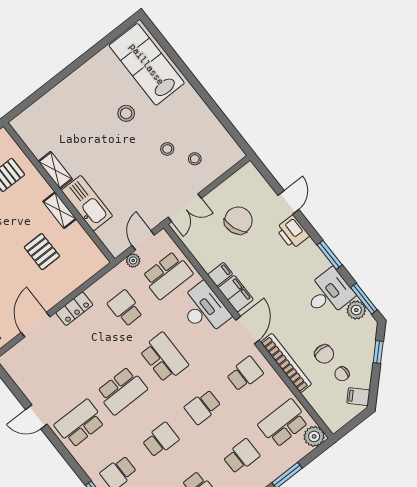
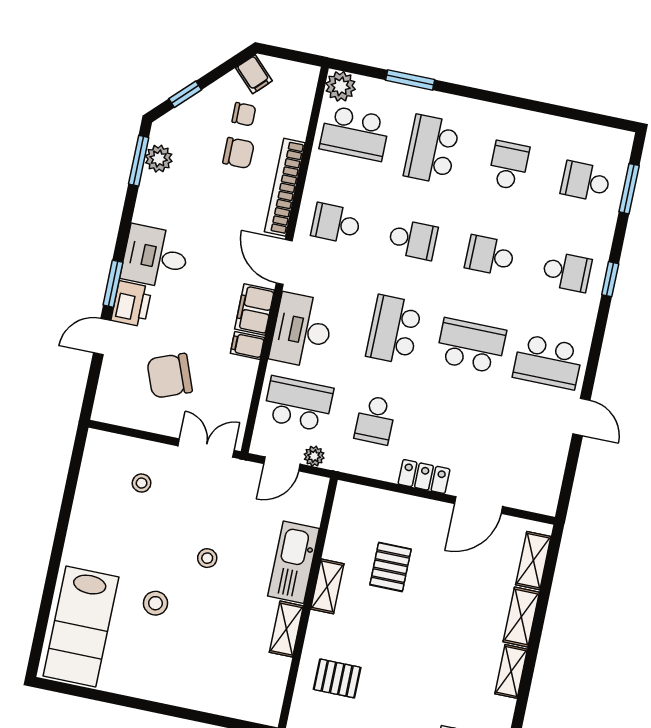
stool: (167, 149) -> (207, 558), moved
window: (330, 255) -> (113, 284), moved
desk: (329, 293) -> (155, 257), moved
door: (247, 330) -> (284, 262), hinge flipped
chair: (324, 354) -> (238, 153), turned 90
school desk: (241, 456) -> (432, 149), width x1.85

